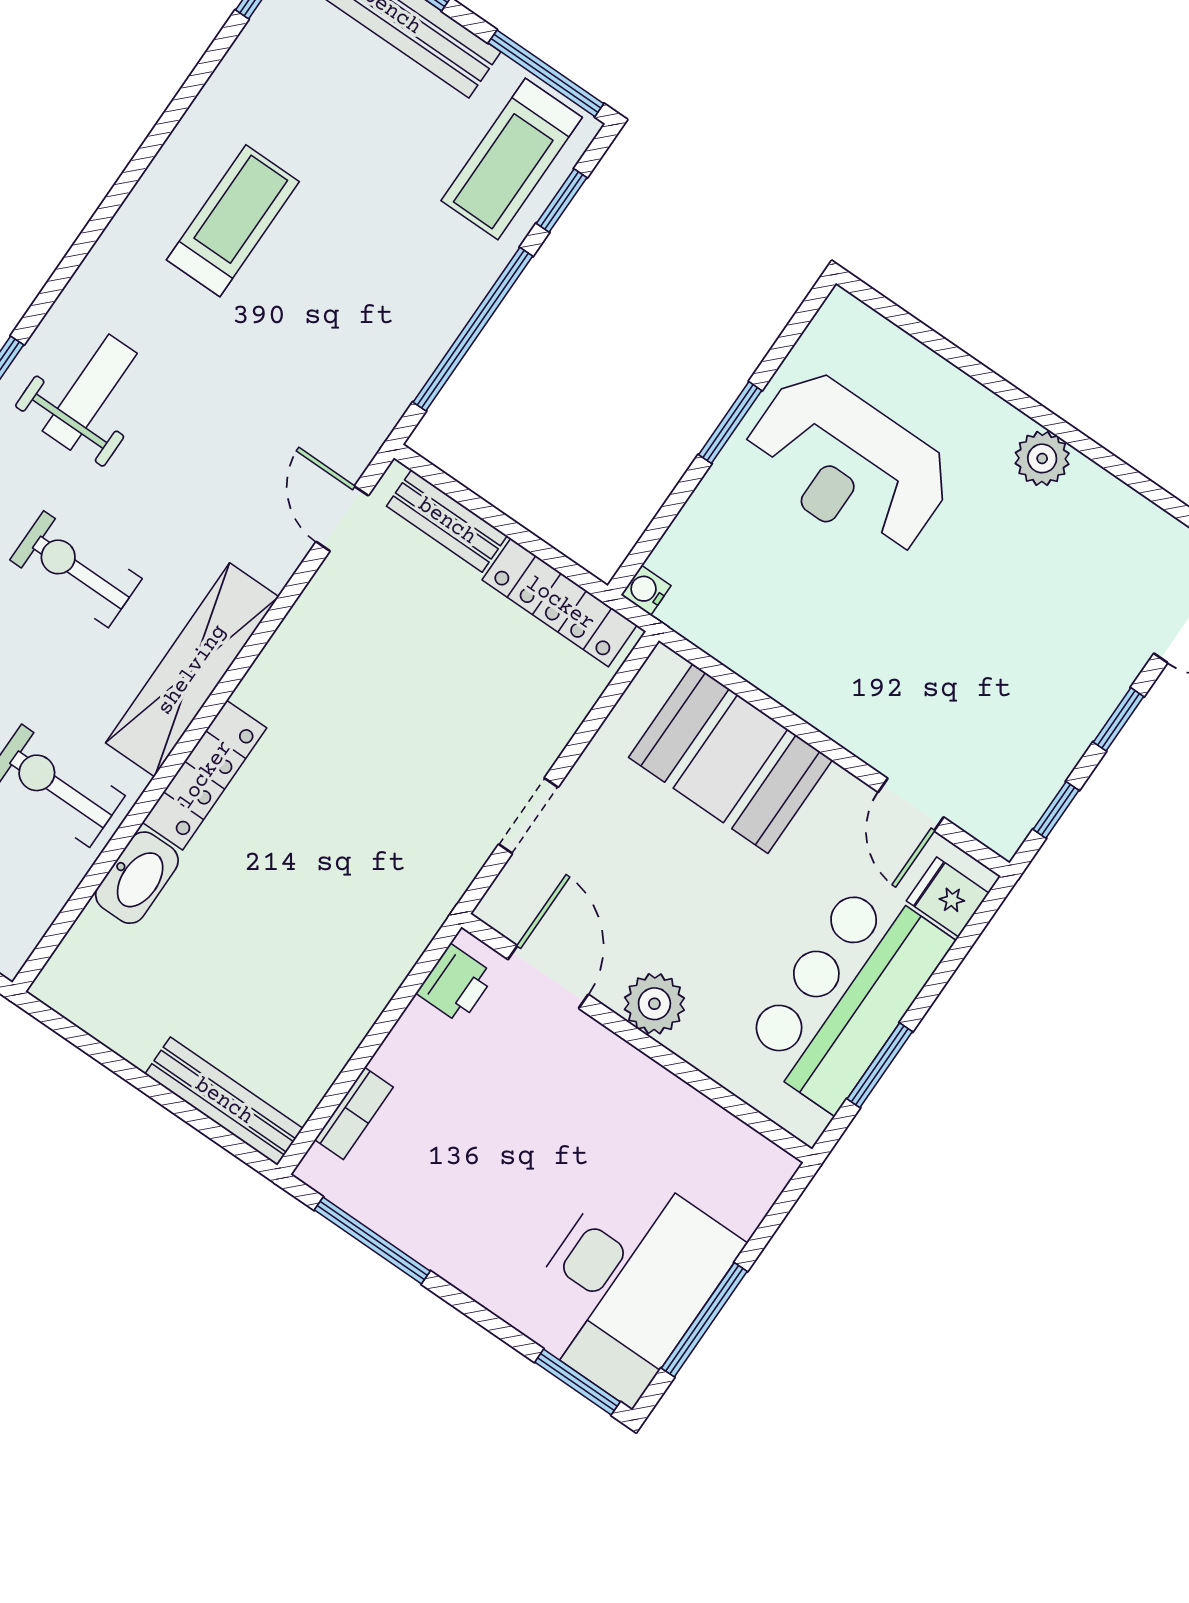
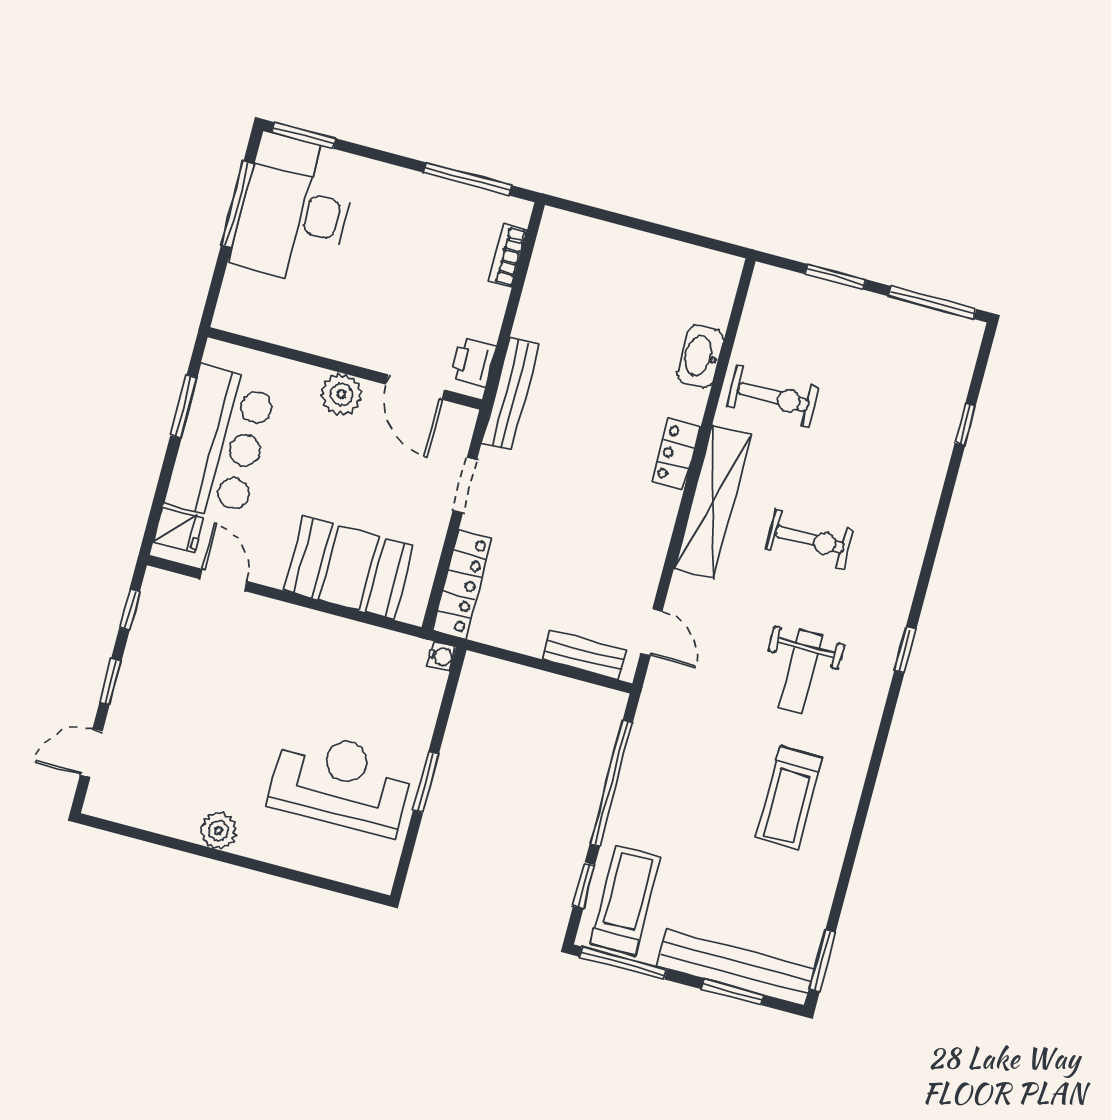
weight bench: (90, 392) -> (800, 671), moved
locker: (560, 603) -> (462, 584), moved, turned 90
locker: (205, 775) -> (676, 454), width x0.66
bench: (224, 1101) -> (510, 394), moved, turned 90

